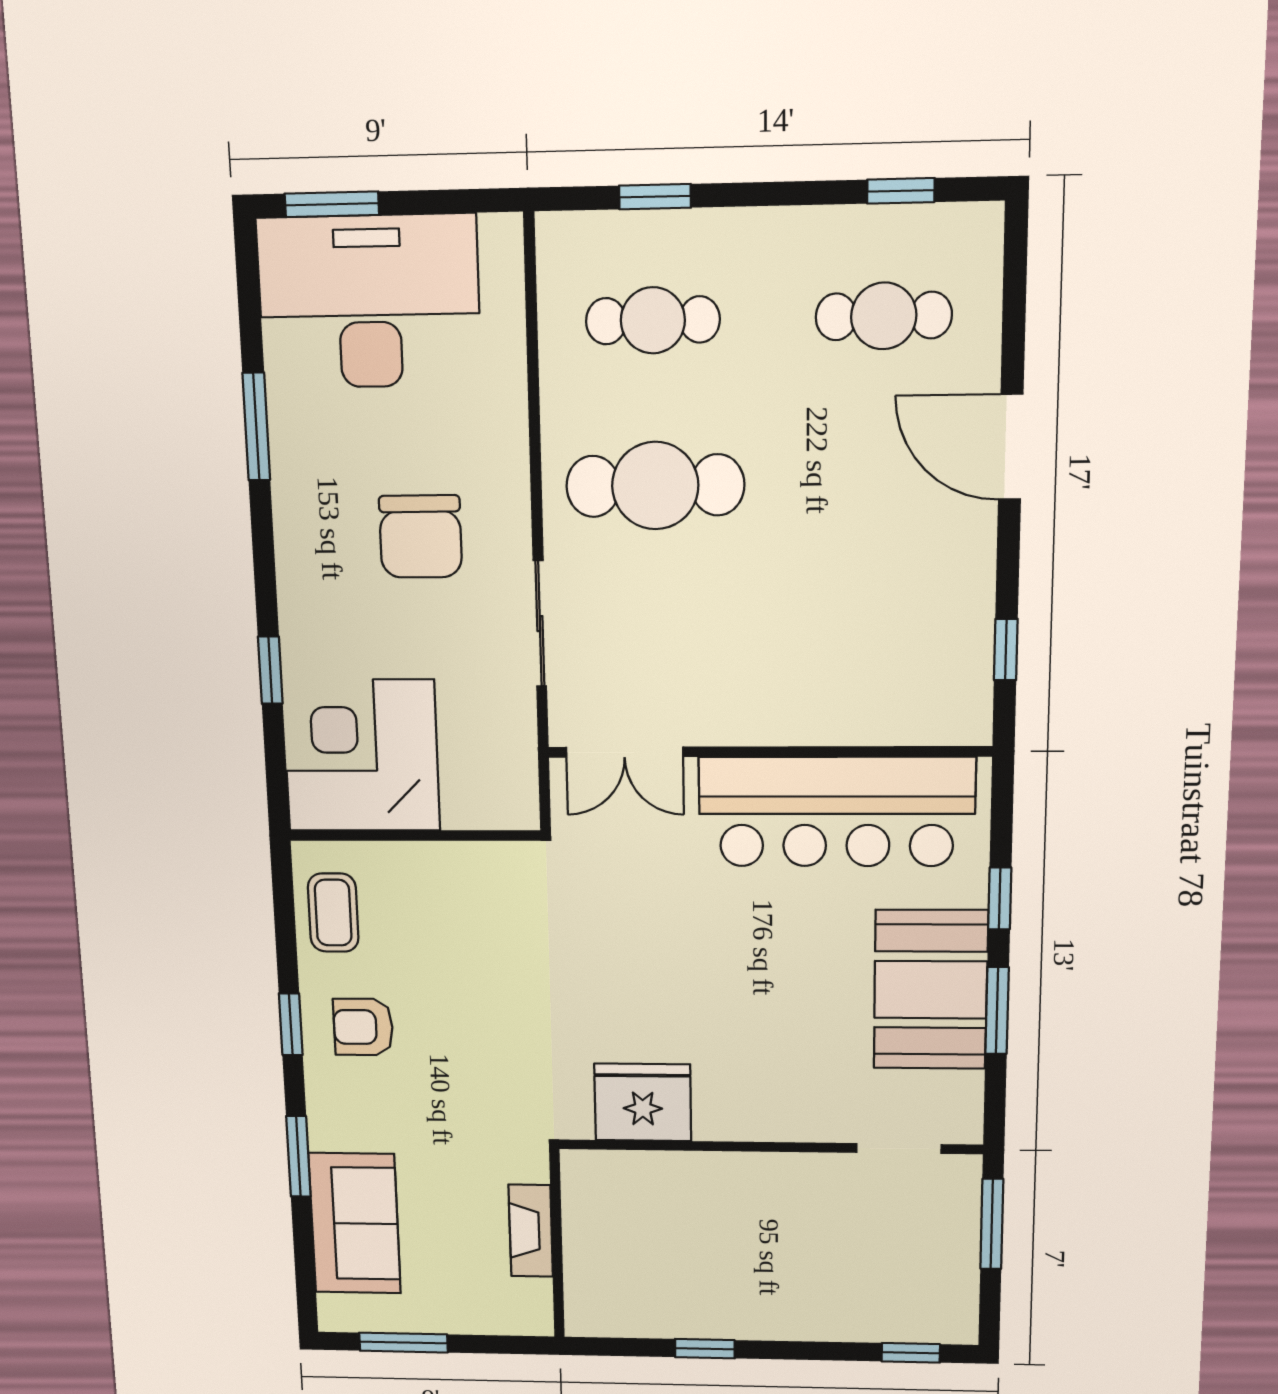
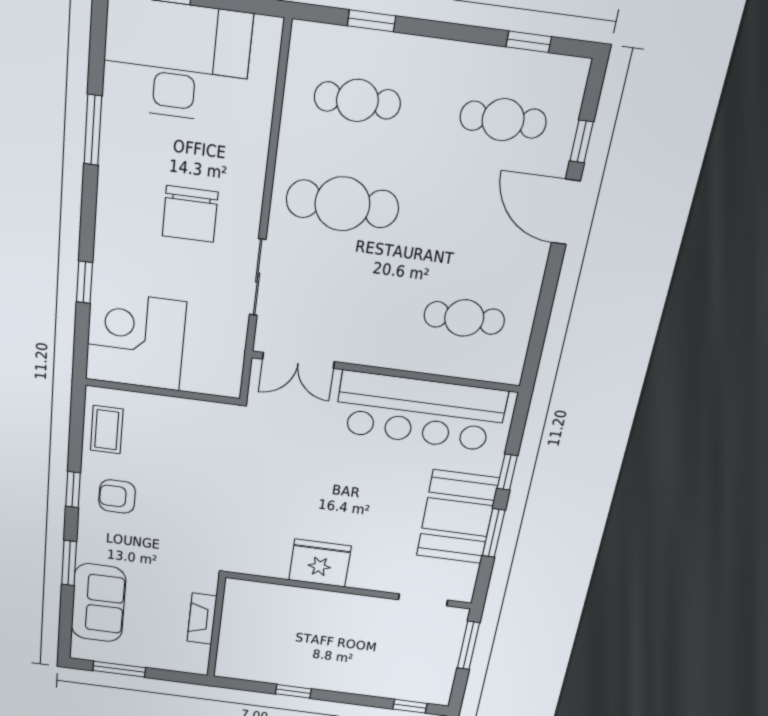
cafe table: (880, 644) -> (464, 318), added
window: (1006, 650) -> (582, 141), moved
fridge: (643, 1102) -> (320, 563), moved

